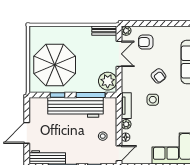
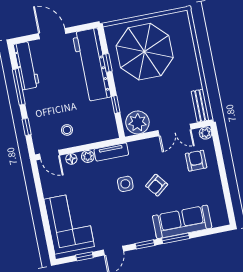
window: (91, 95) -> (116, 104), width x0.46
workbench: (76, 107) -> (92, 65), moved

